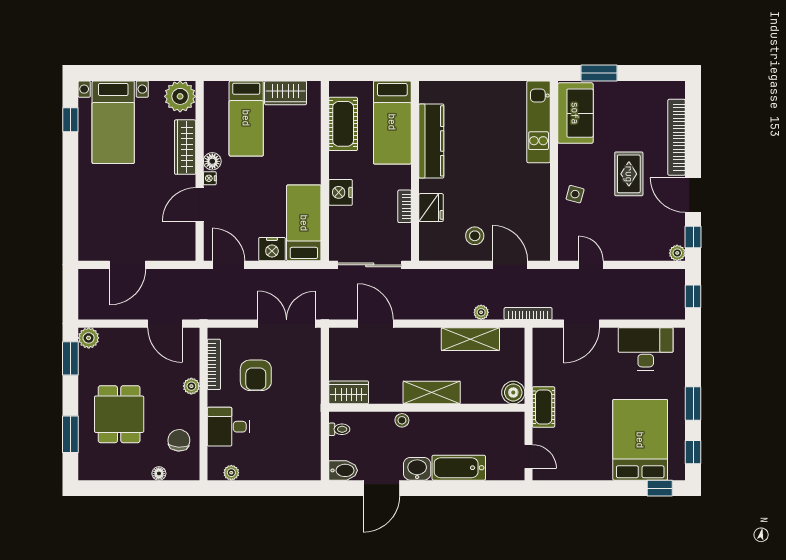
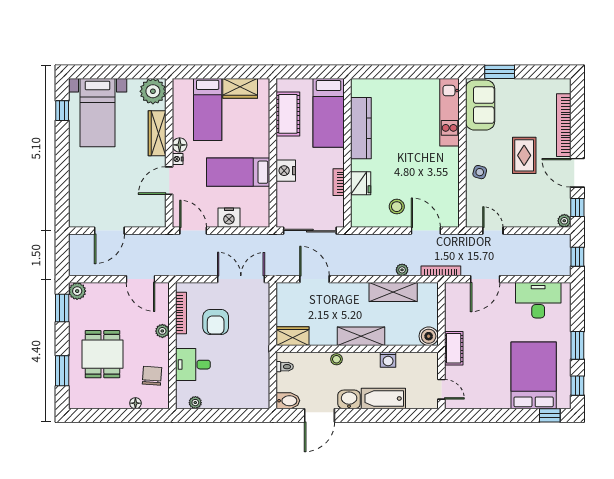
bed: (304, 223) -> (238, 172), moved, turned -90
washing machine: (464, 421) -> (388, 360), added

